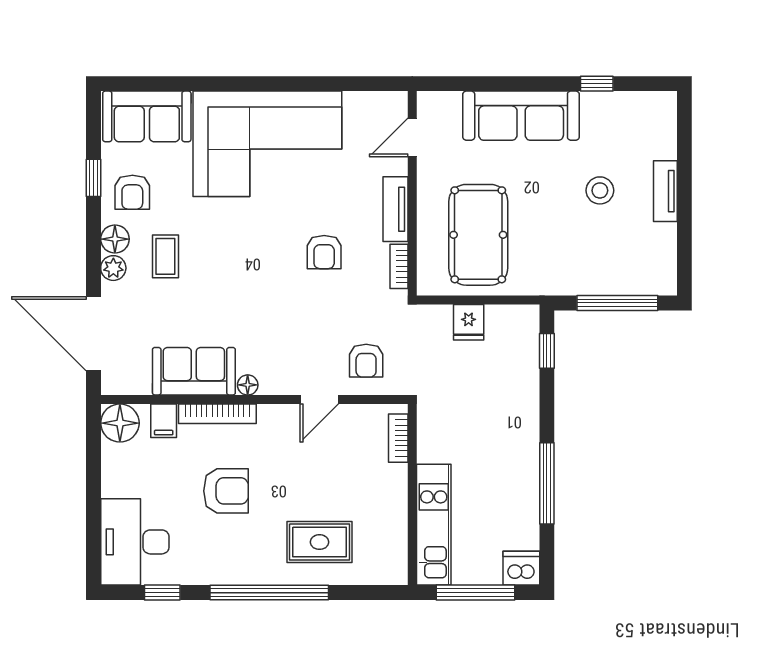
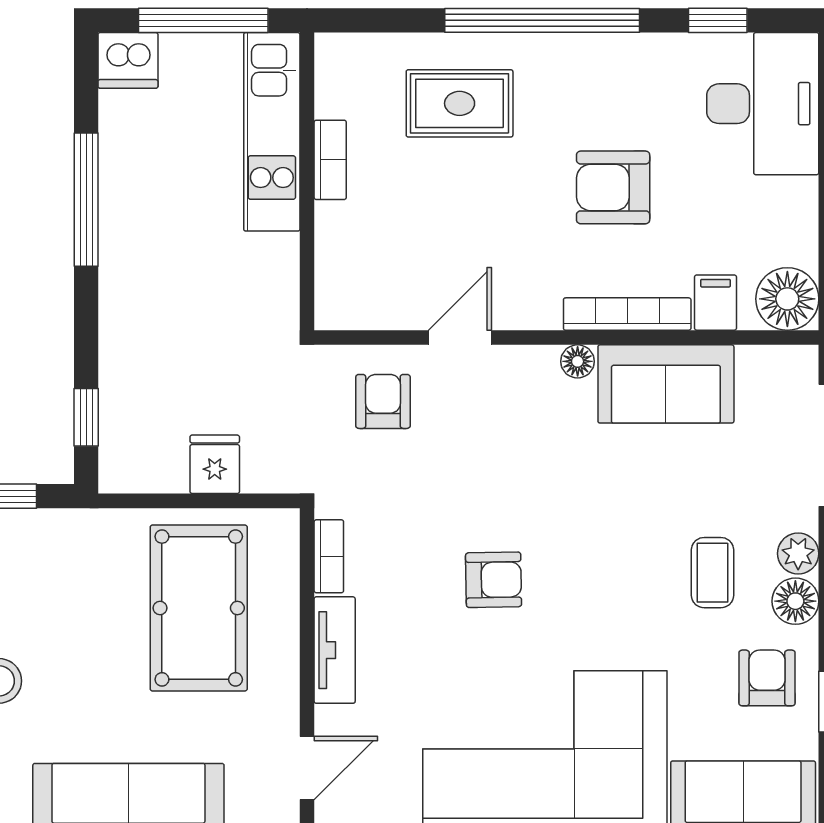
armchair: (324, 252) -> (494, 580), moved, turned 89
bookcase: (398, 438) -> (330, 160), moved

